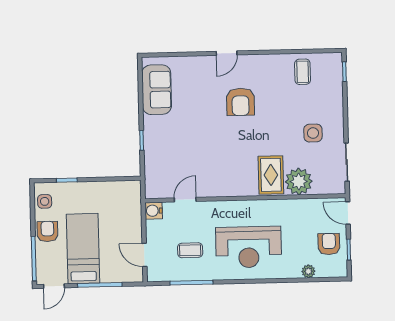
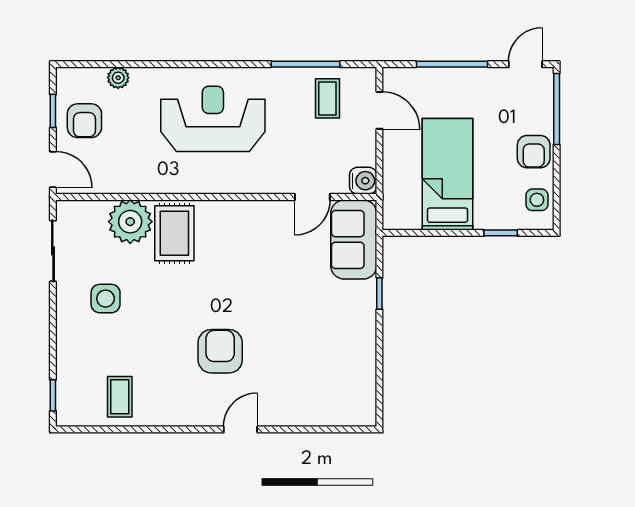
sofa: (157, 90) -> (354, 239), moved
bed: (83, 249) -> (448, 174), moved, turned 180
coffee table: (190, 250) -> (327, 98), moved, turned 90

